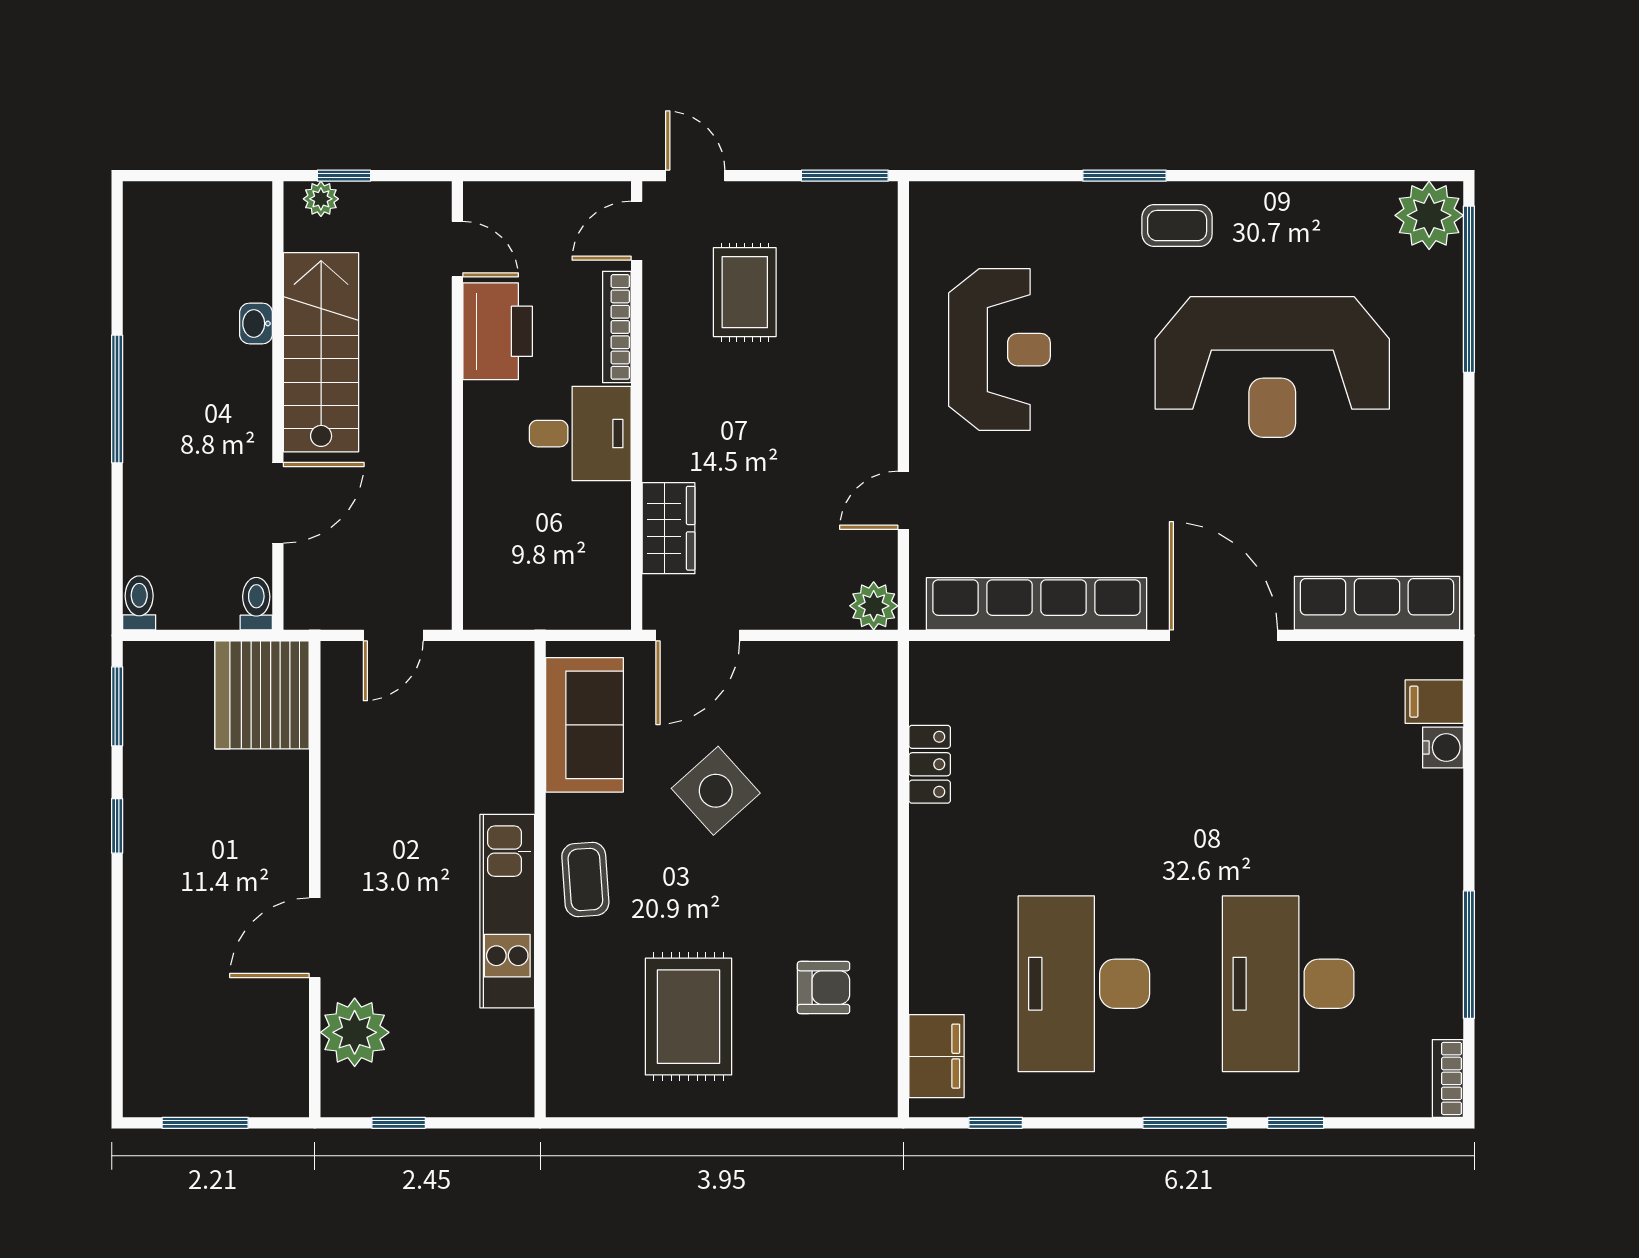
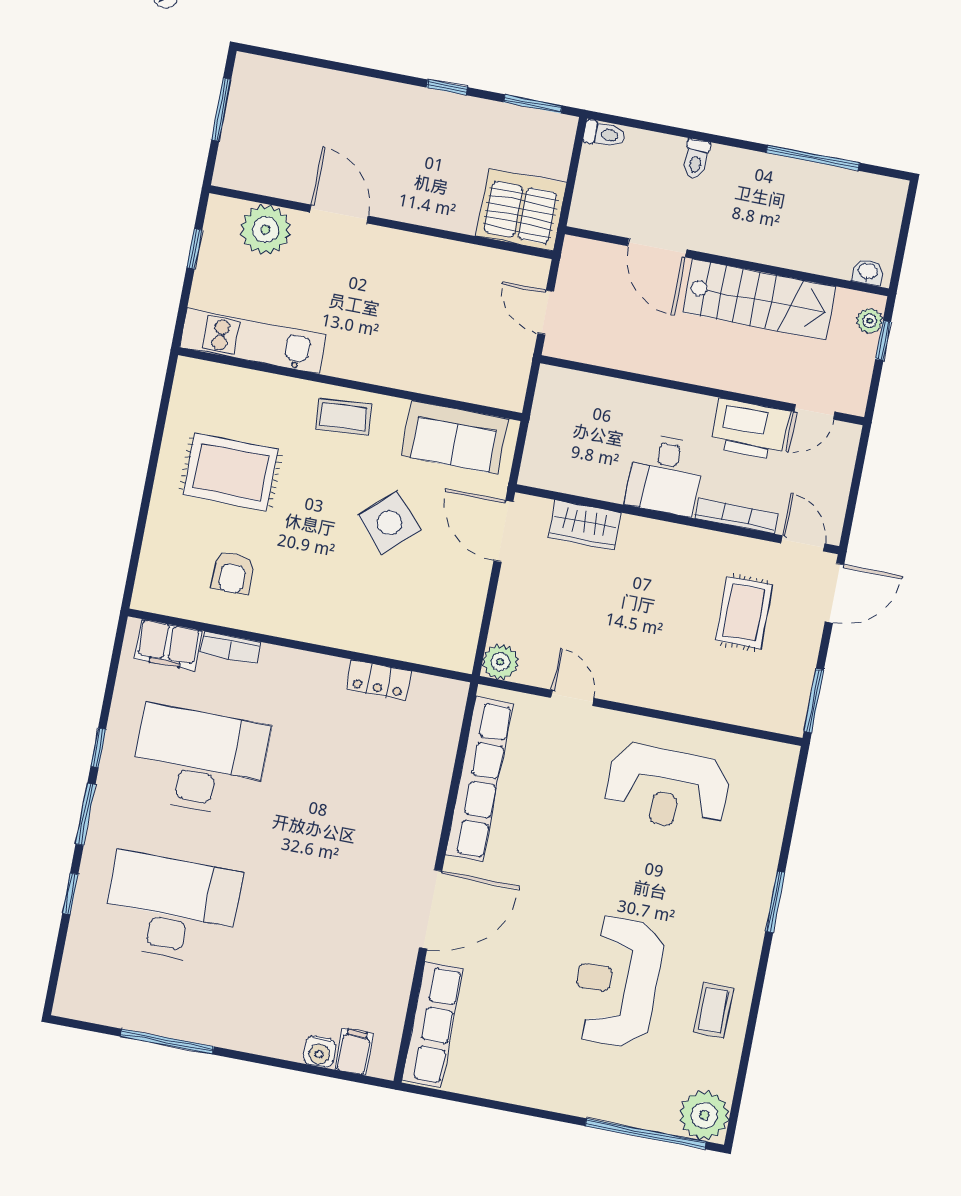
door: (695, 176) -> (834, 593), width x1.38
coffee table: (1177, 226) -> (713, 1010), moved
rug: (745, 292) -> (744, 613), turned 90
washbasin: (256, 323) -> (868, 272), moved
reception desk: (1272, 367) -> (617, 982), width x0.74, depth x0.77
window: (117, 399) -> (813, 158), moved
toilet: (256, 604) -> (696, 159), moved, turned 90
kitchen unit: (507, 911) -> (253, 341), moved
bookcase: (1448, 1078) -> (230, 648), moved, turned 180
window: (996, 1123) -> (98, 748), moved

